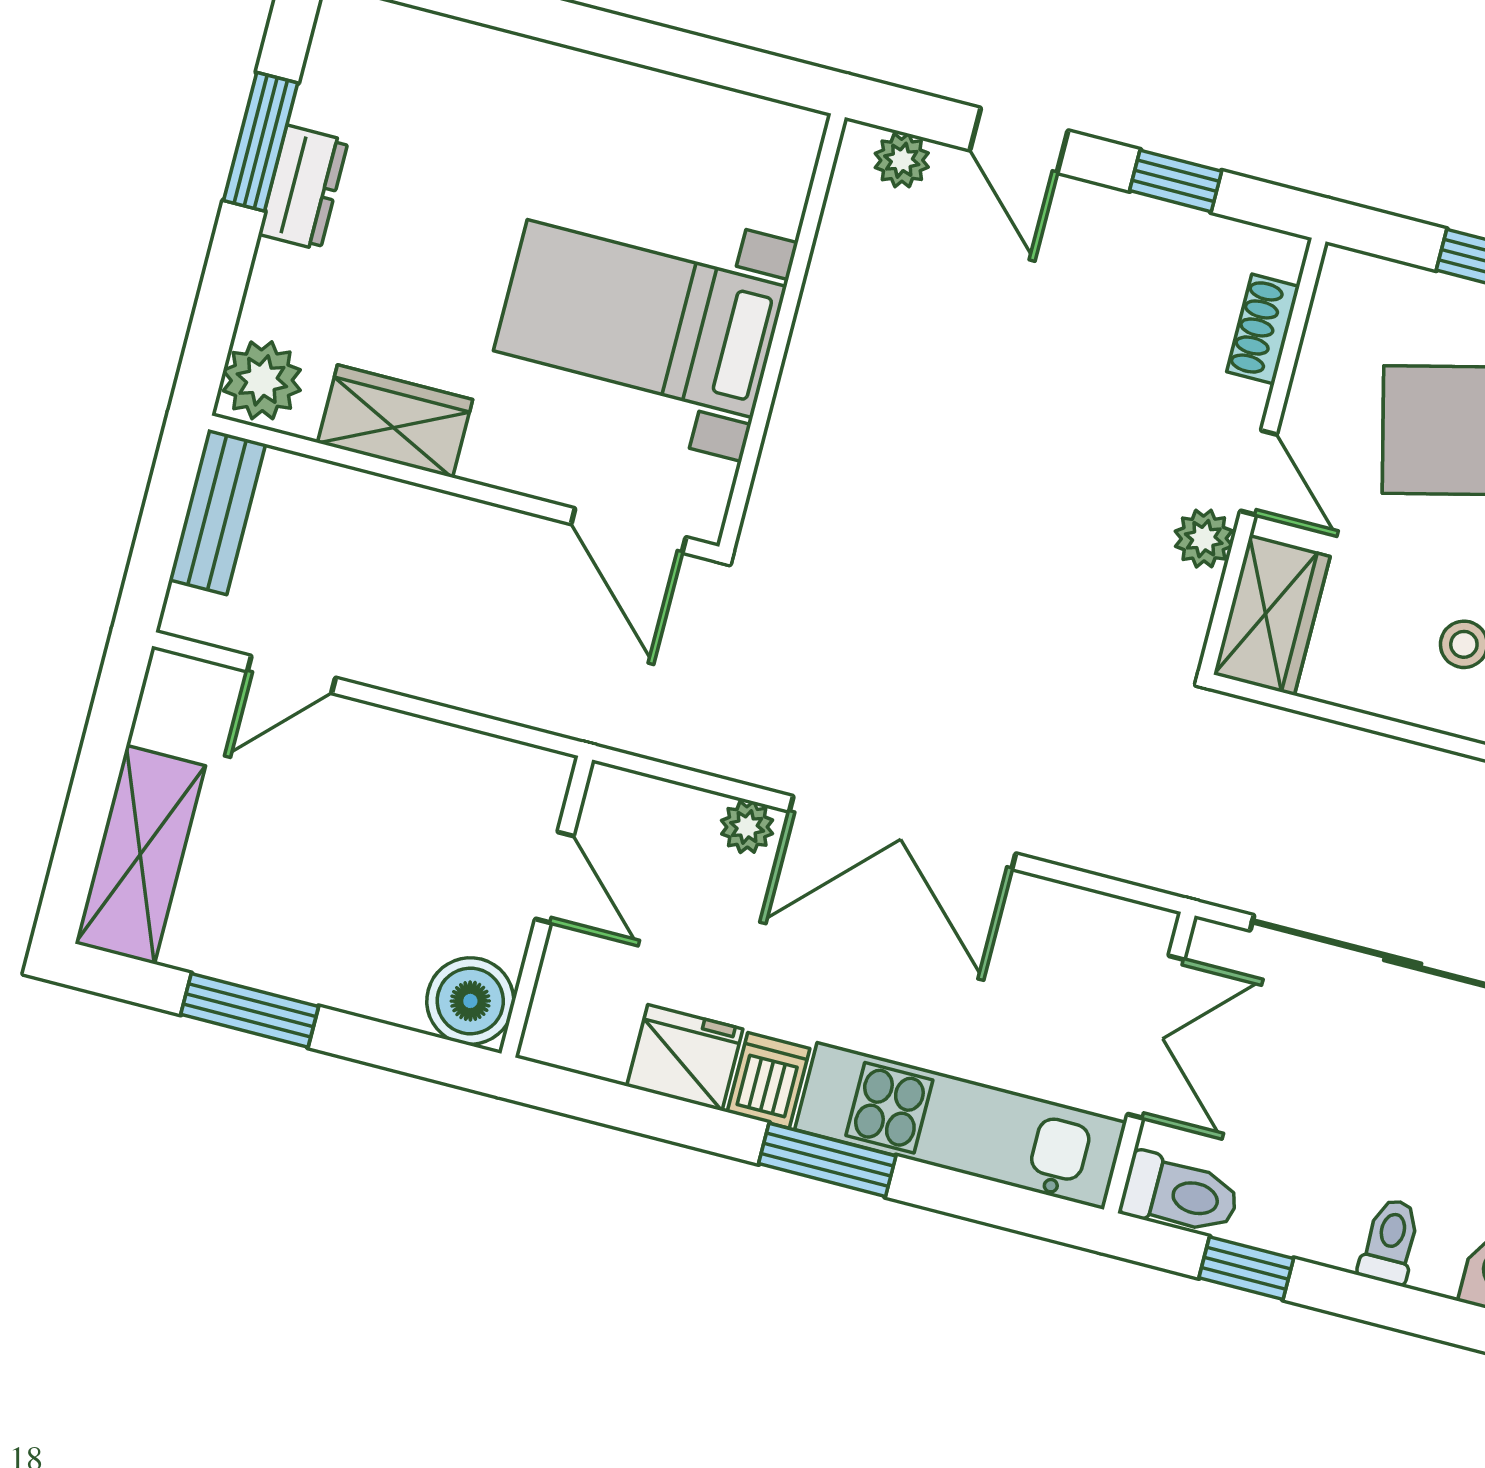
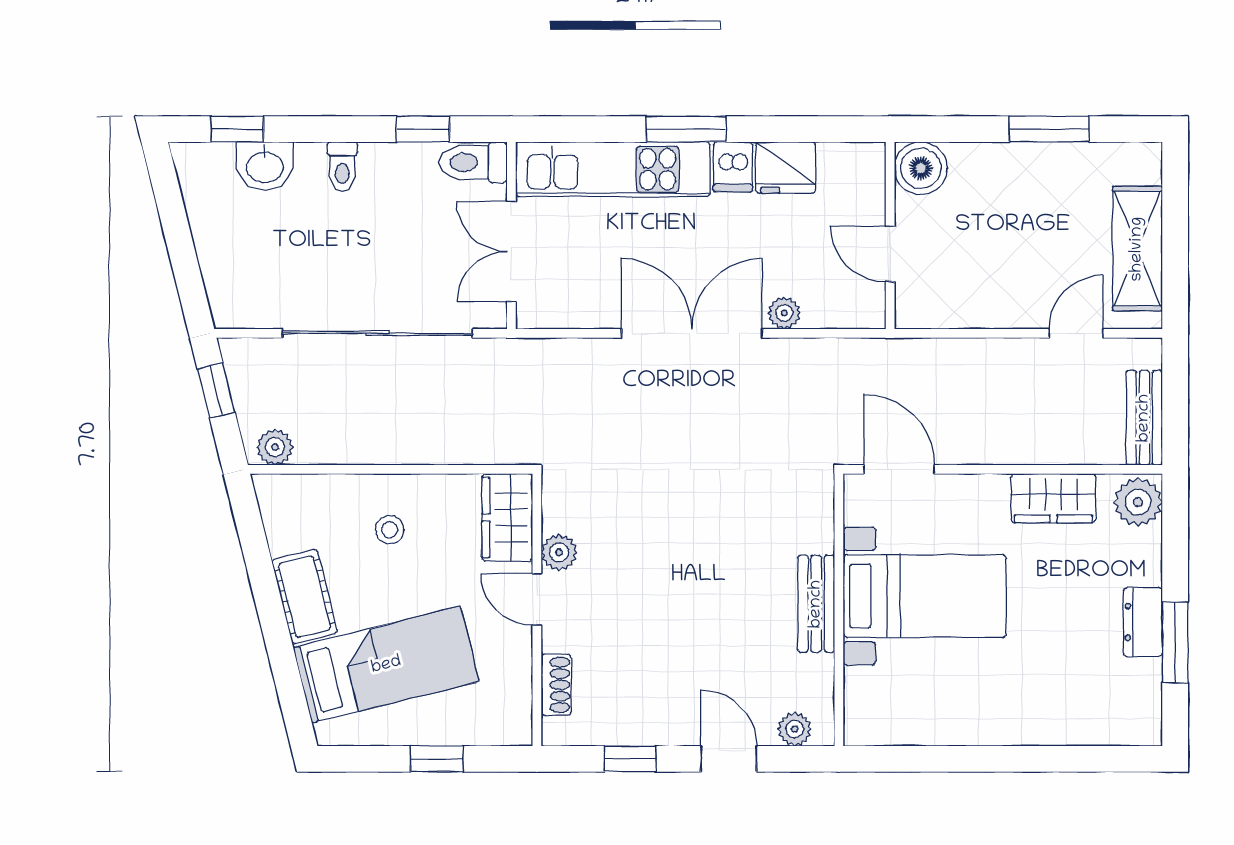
bench: (816, 351) -> (816, 604), added
shelving: (140, 855) -> (1137, 249), moved

